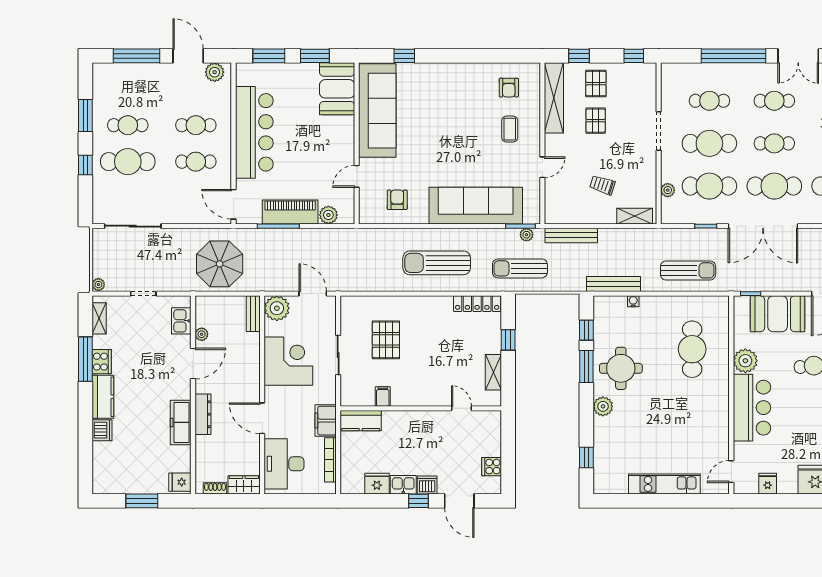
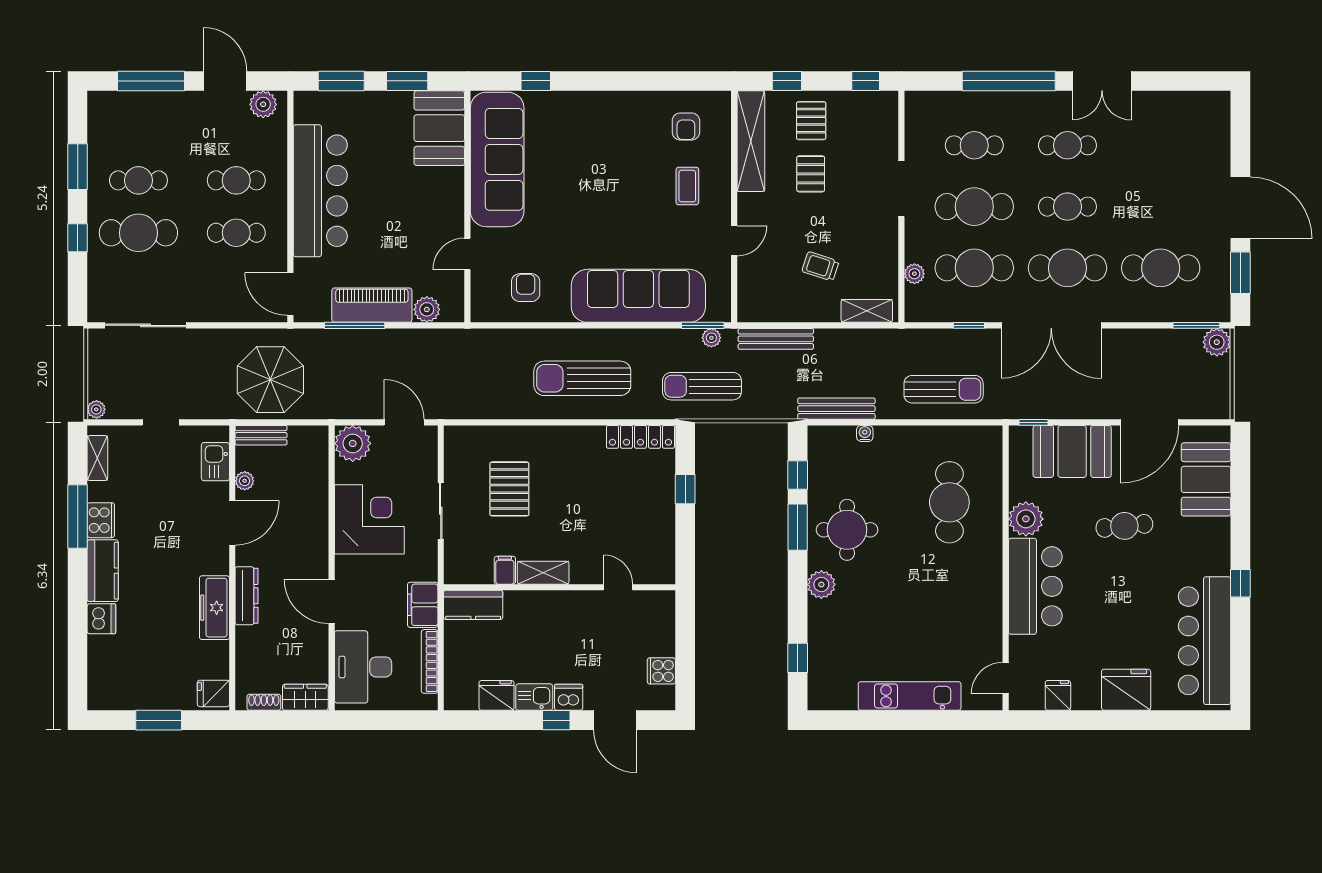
bench: (253, 314) -> (261, 435), moved, turned 90
shelving: (493, 372) -> (543, 573), moved, turned 90

